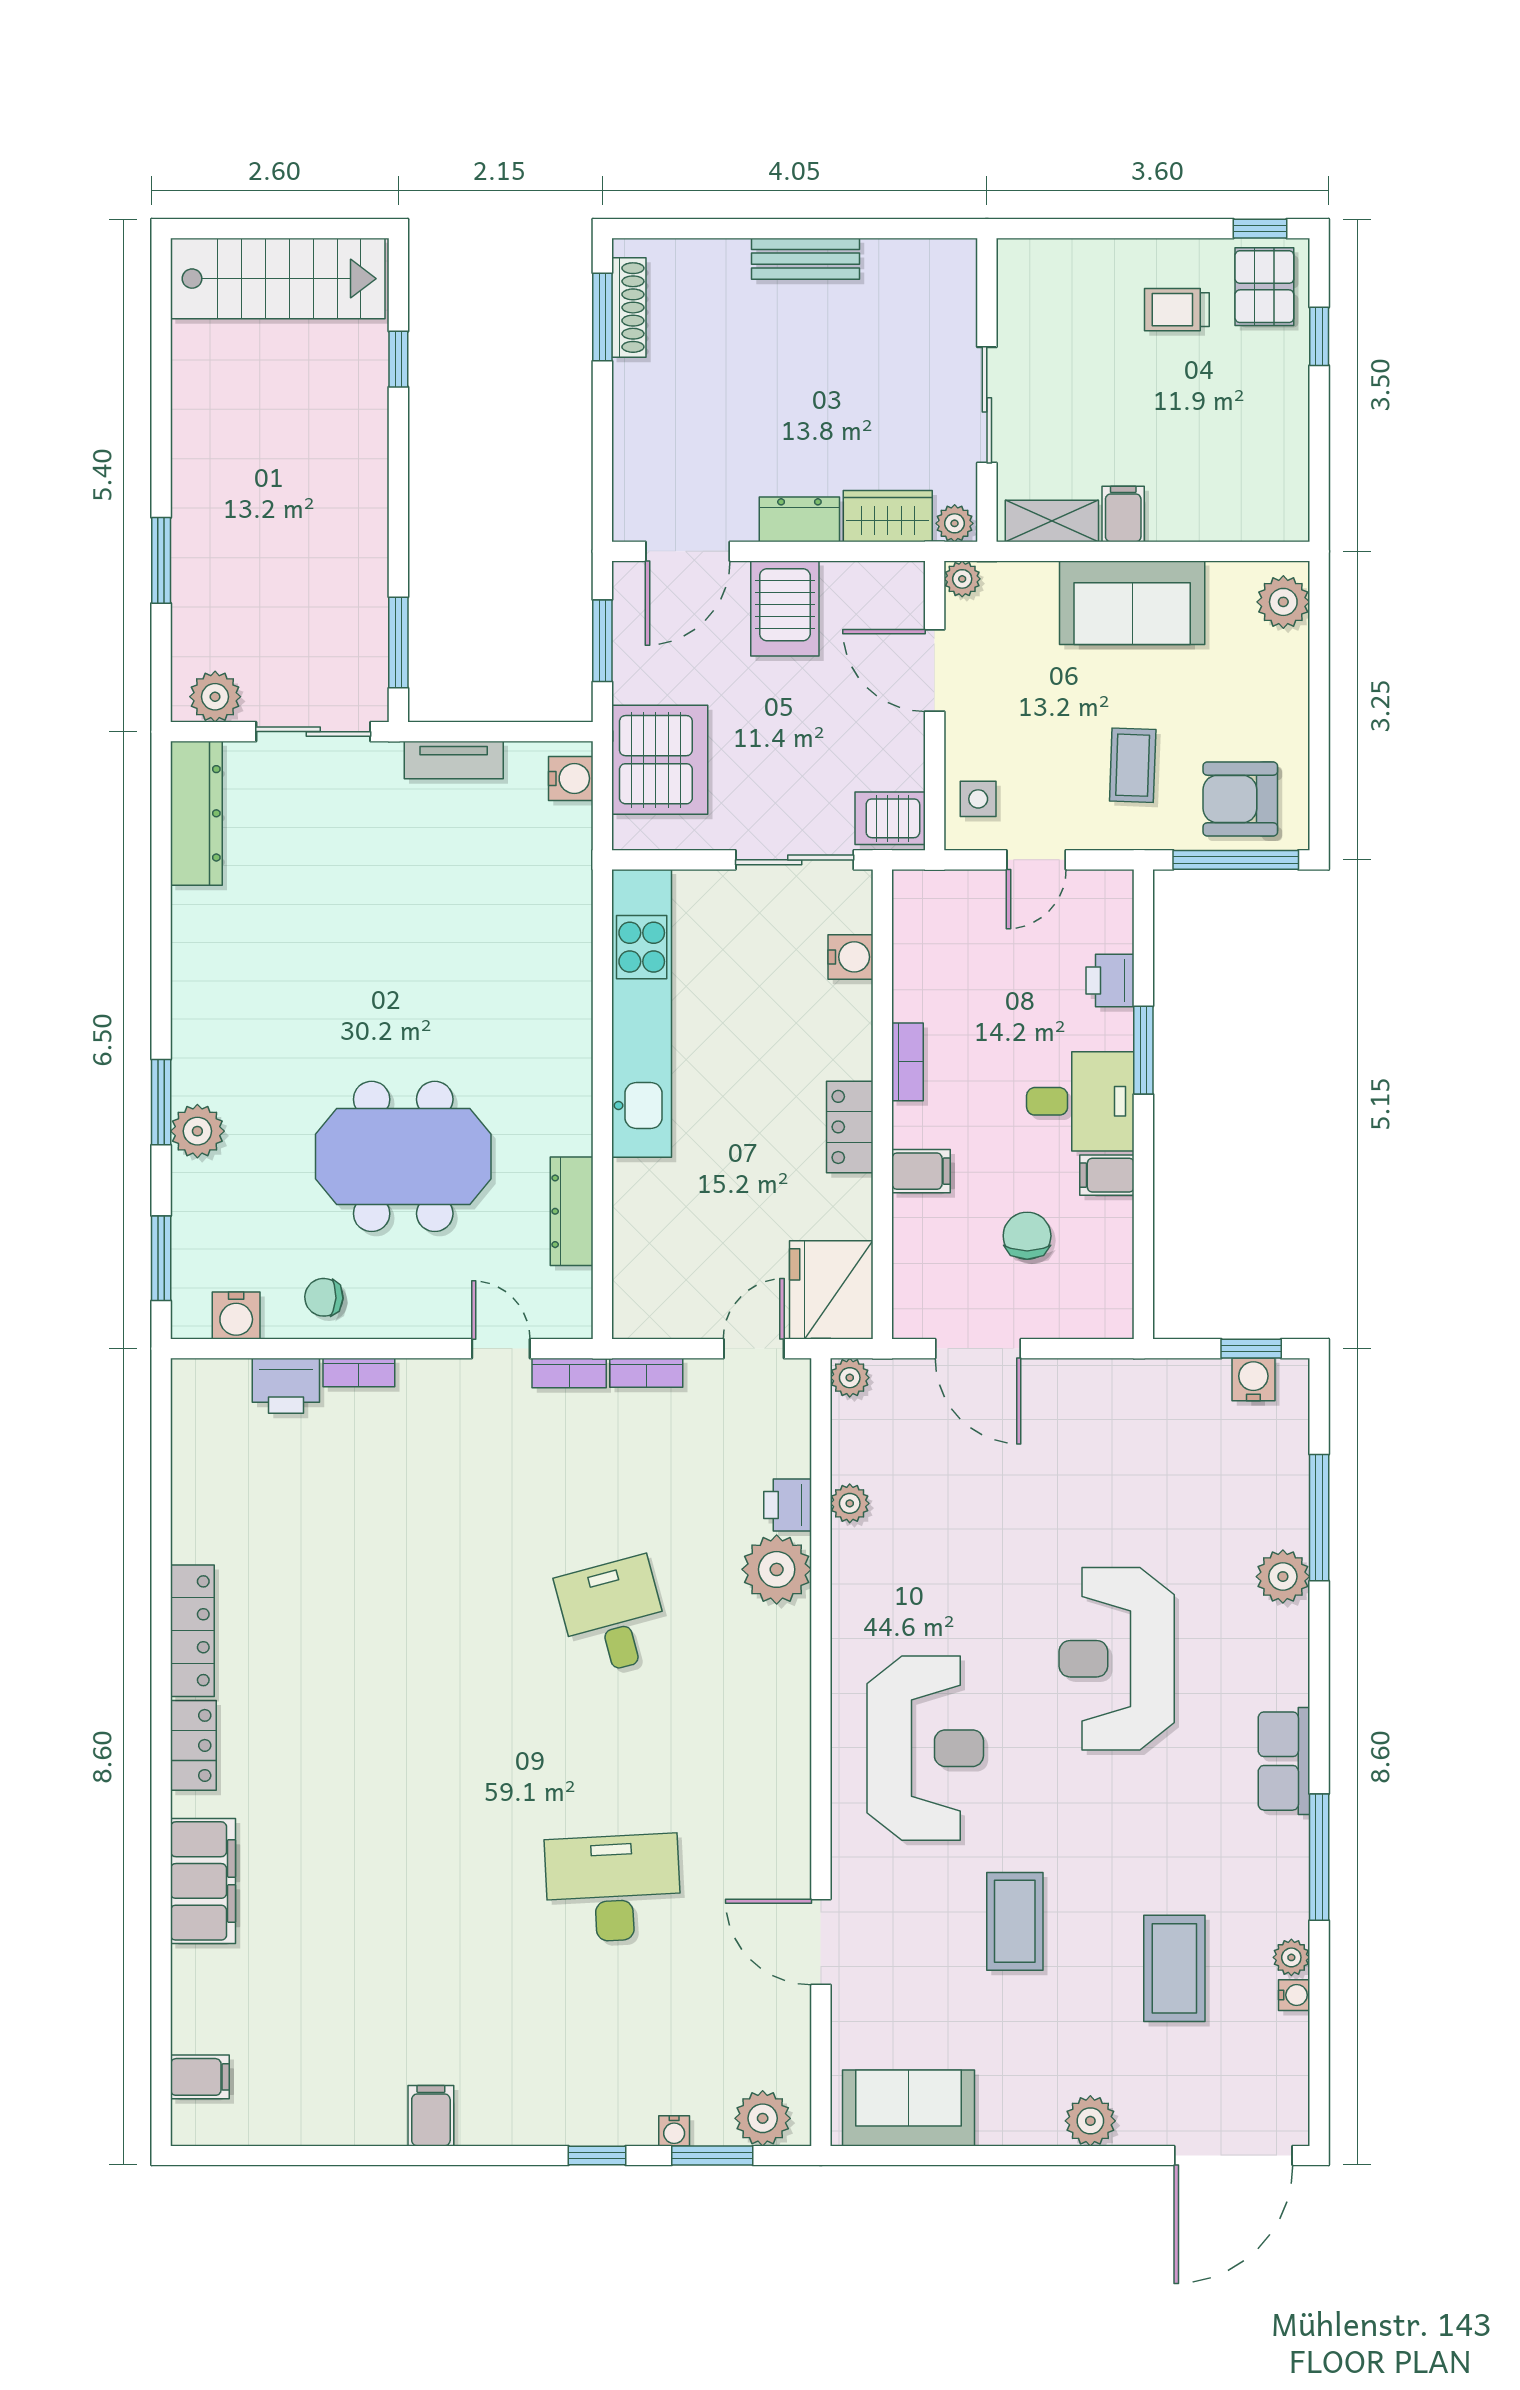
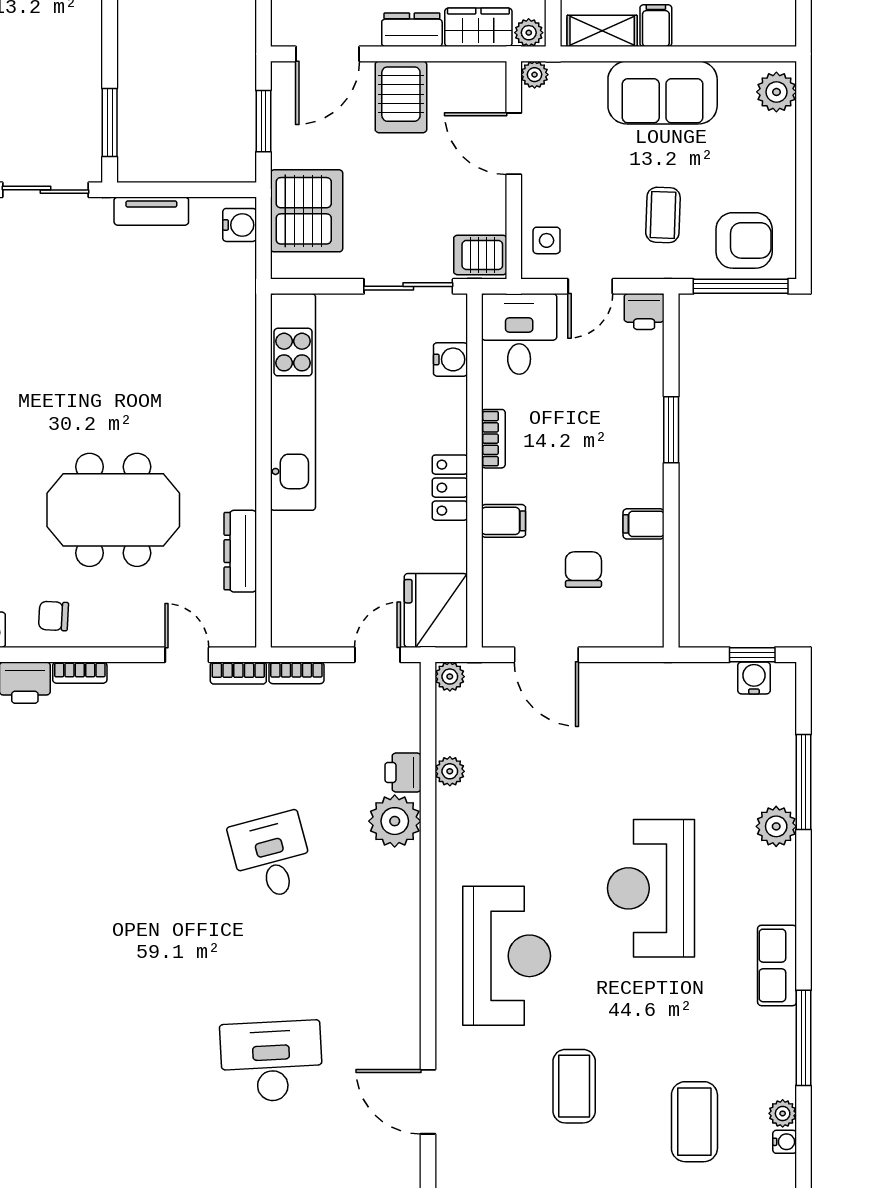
armchair: (1240, 799) -> (744, 240), turned 180
printer: (1110, 981) -> (644, 312), moved, turned -90
desk: (1080, 1101) -> (519, 334), moved, turned -90

